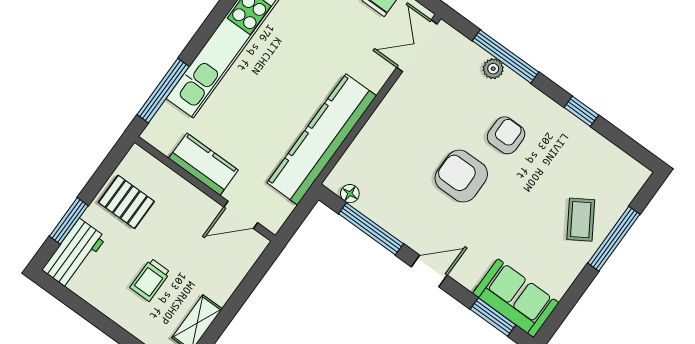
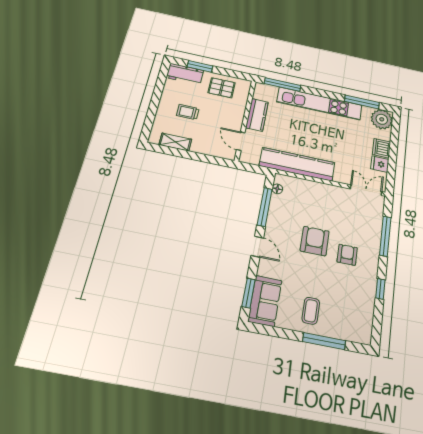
plant: (493, 69) -> (376, 233), removed
armchair: (506, 135) -> (347, 255), turned -90
pallet: (126, 202) -> (222, 88), turned 90
coffee table: (581, 220) -> (311, 311), moved, turned -58

